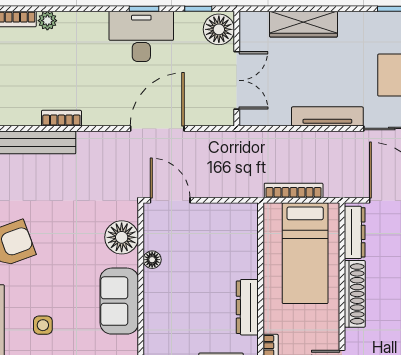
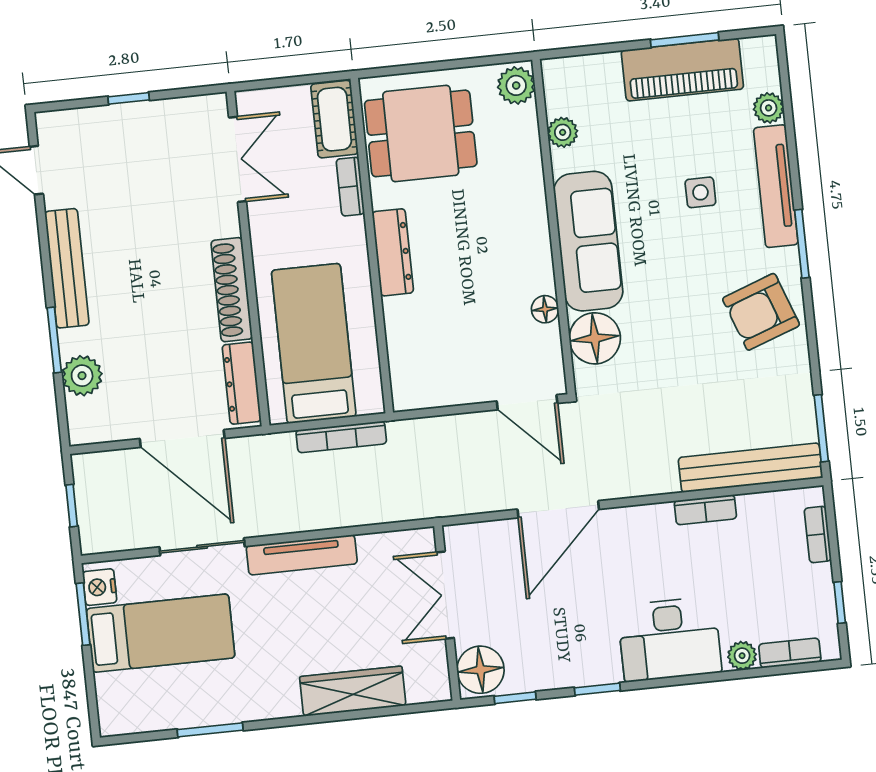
desk: (141, 36) -> (670, 639), moved
sofa: (119, 301) -> (588, 241), width x1.36

